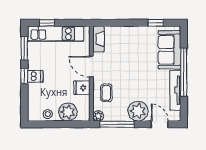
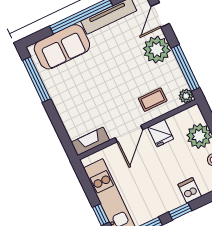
window: (156, 23) -> (36, 80), width x2.17
dishwasher: (35, 76) -> (190, 190), moved

